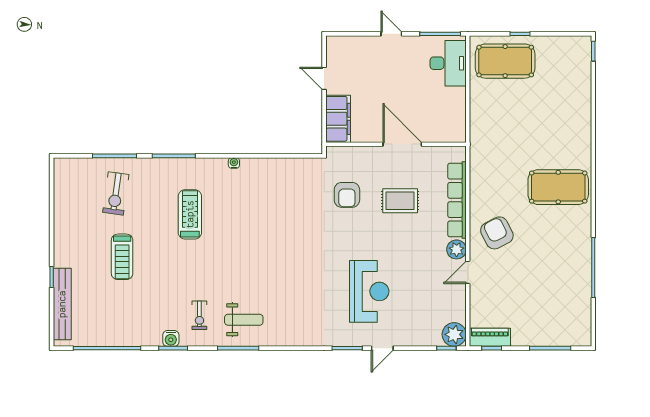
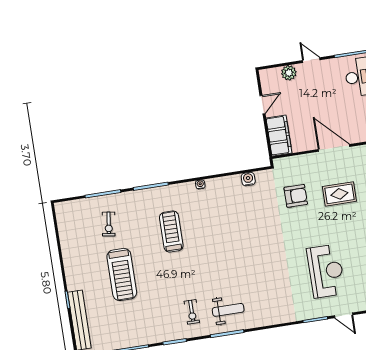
plant: (362, 45) -> (289, 73), added
door: (324, 78) -> (263, 105), swing flipped
exercise bike: (116, 193) -> (109, 224), width x0.73, depth x0.72
armchair: (347, 195) -> (296, 196), turned -90
treadmill: (122, 257) -> (122, 274), width x1.37, depth x1.38
water cooler: (171, 338) -> (248, 179), moved, turned 180
door: (382, 348) -> (344, 315), hinge flipped

